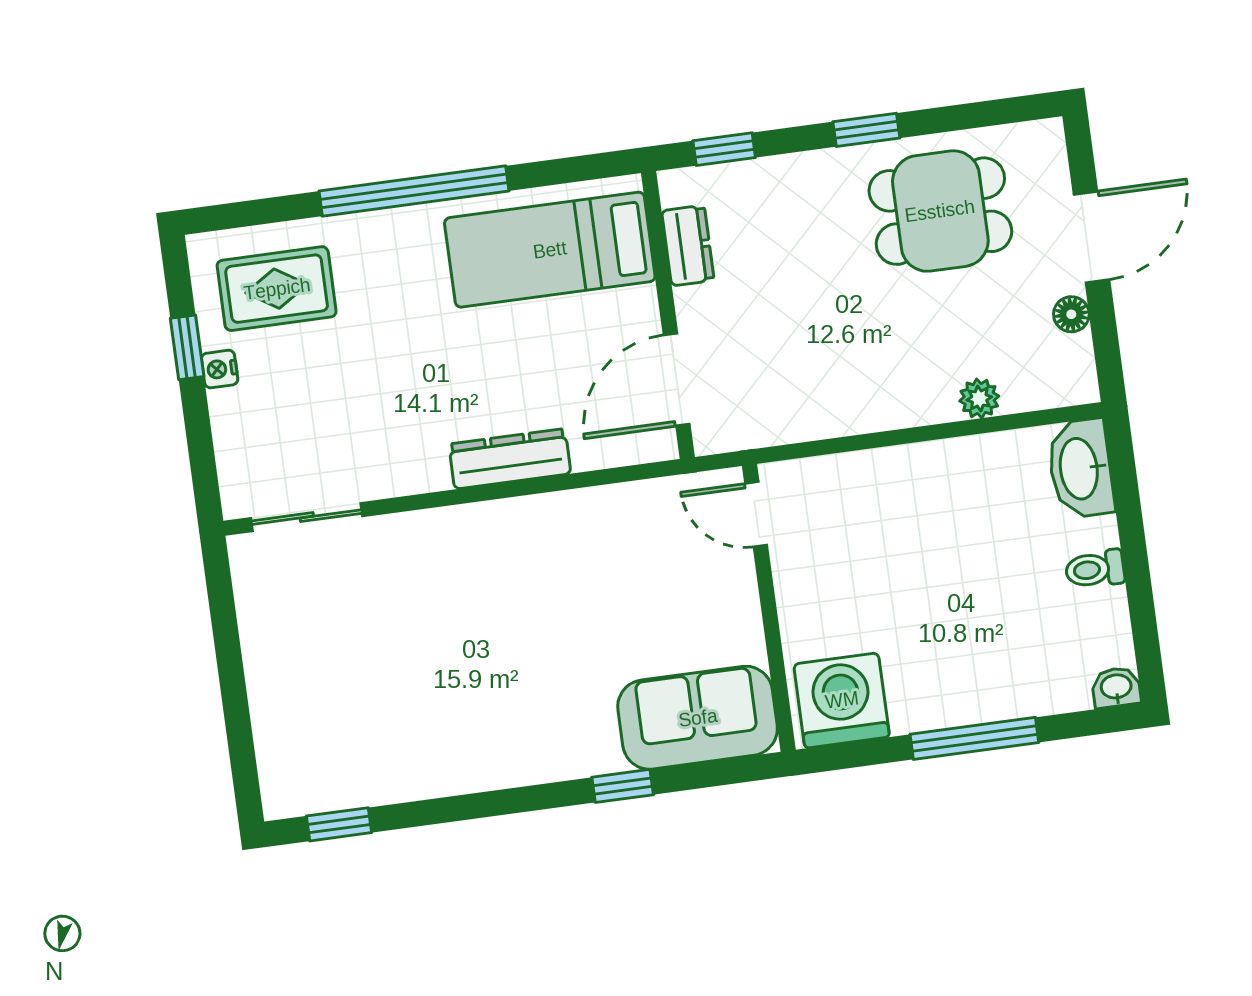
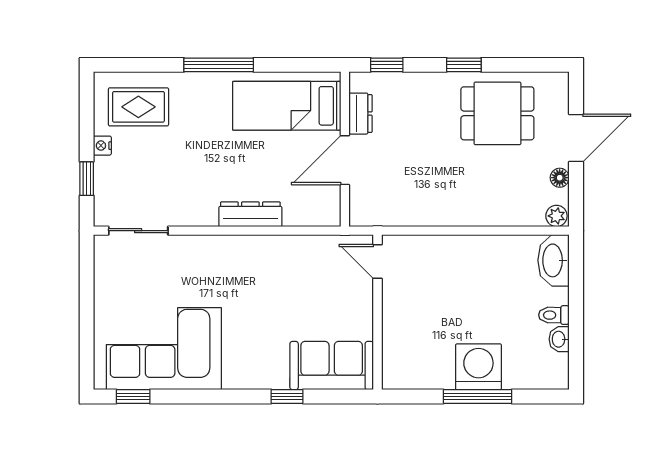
window: (414, 191) -> (219, 65), width x0.68
window: (187, 347) -> (87, 179), moved
door: (677, 380) -> (345, 160), moved
plant: (979, 399) -> (556, 216), moved
washbasin: (1116, 687) -> (559, 339), moved, turned -90
washing machine: (842, 700) -> (478, 367), moved
corner sofa: (384, 728) -> (164, 349), added

